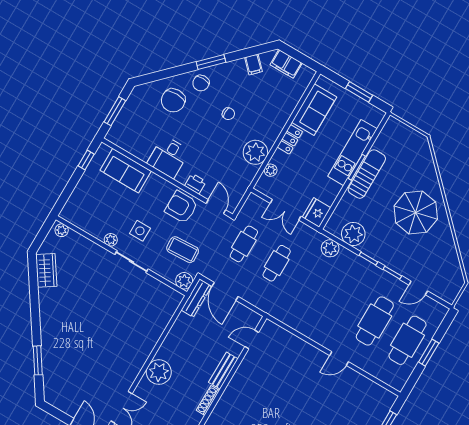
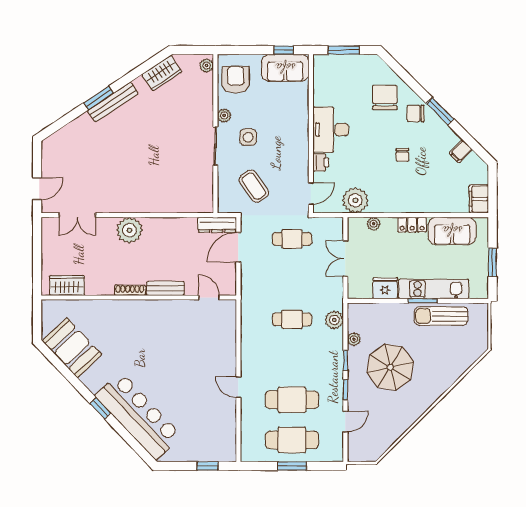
filing cabinet: (286, 64) -> (479, 199), moved
chair: (173, 100) -> (385, 97), turned 90
plant: (255, 152) -> (355, 200), moved
desk: (168, 157) -> (331, 130), width x1.37
sofa: (126, 171) -> (285, 68), moved, turned -90
sun lounger: (367, 174) -> (441, 316), moved, turned 180
armchair: (181, 207) -> (236, 80), moved
fridge: (316, 212) -> (385, 288), moved
parasol: (416, 212) -> (390, 367), moved
plant: (353, 234) -> (354, 339), width x0.53, depth x0.53
coffee table: (183, 250) -> (254, 186), turned -32
cafe table: (277, 263) -> (292, 319), moved
plant: (184, 281) -> (226, 204), removed
door: (418, 288) -> (345, 422), swing flipped
bench: (46, 324) -> (113, 102), added
window: (38, 360) -> (99, 98), moved

